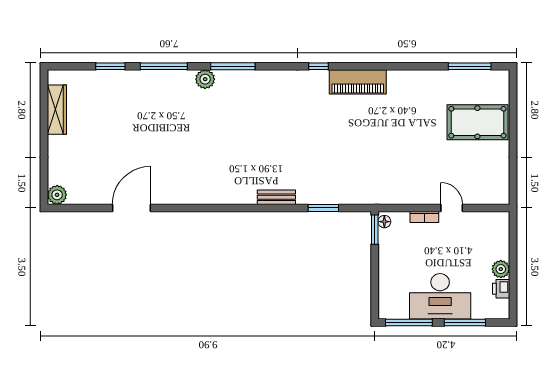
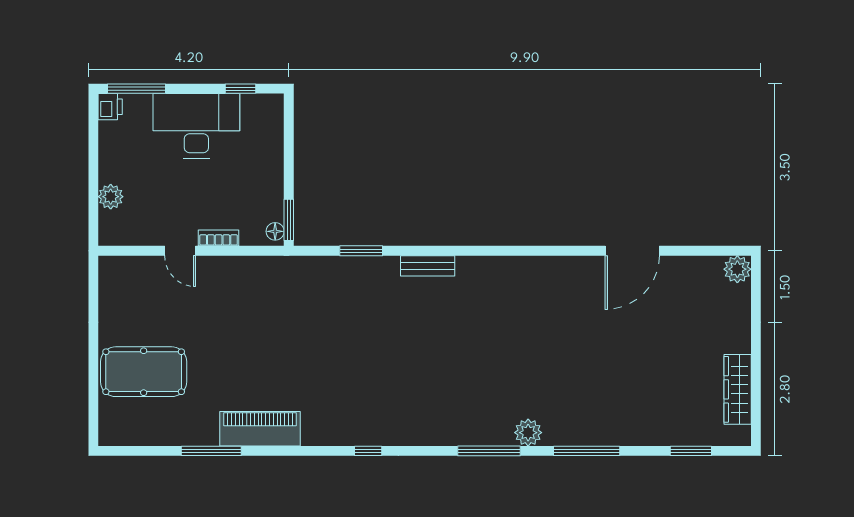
window: (110, 66) -> (691, 451), moved
window: (470, 66) -> (211, 451), moved
piano: (358, 82) -> (260, 429), moved
plant: (501, 269) -> (111, 197), moved
printer: (501, 289) -> (110, 107), moved
window: (409, 323) -> (240, 89), width x0.46
window: (465, 323) -> (136, 89), moved

